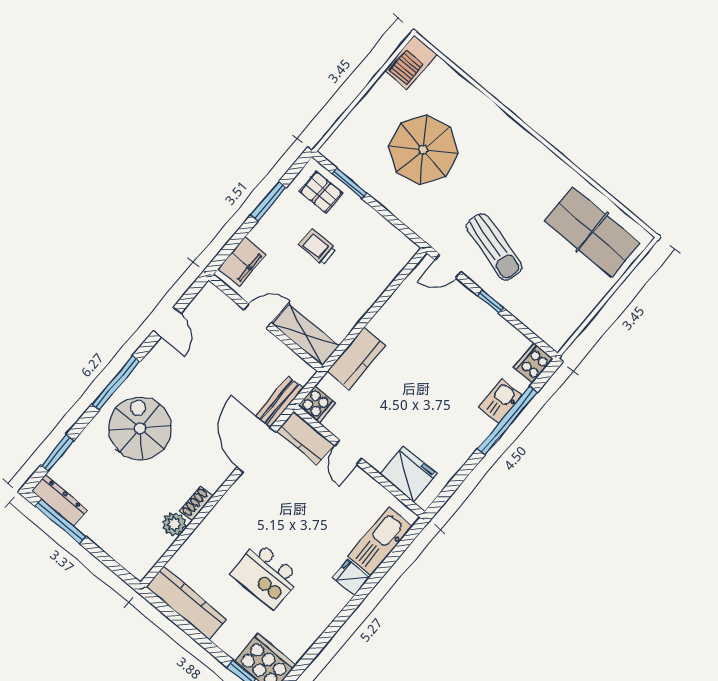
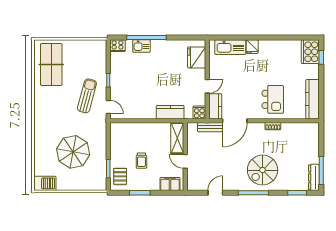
plant: (174, 524) -> (287, 128), removed
kitchen island: (266, 575) -> (273, 99), moved

